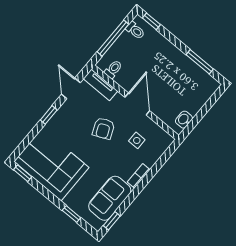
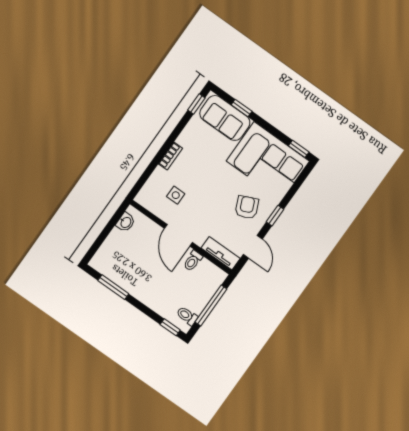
toilet: (113, 69) -> (193, 261), moved
armchair: (104, 128) -> (247, 207), moved
sofa: (110, 198) -> (225, 118), moved, turned 90

